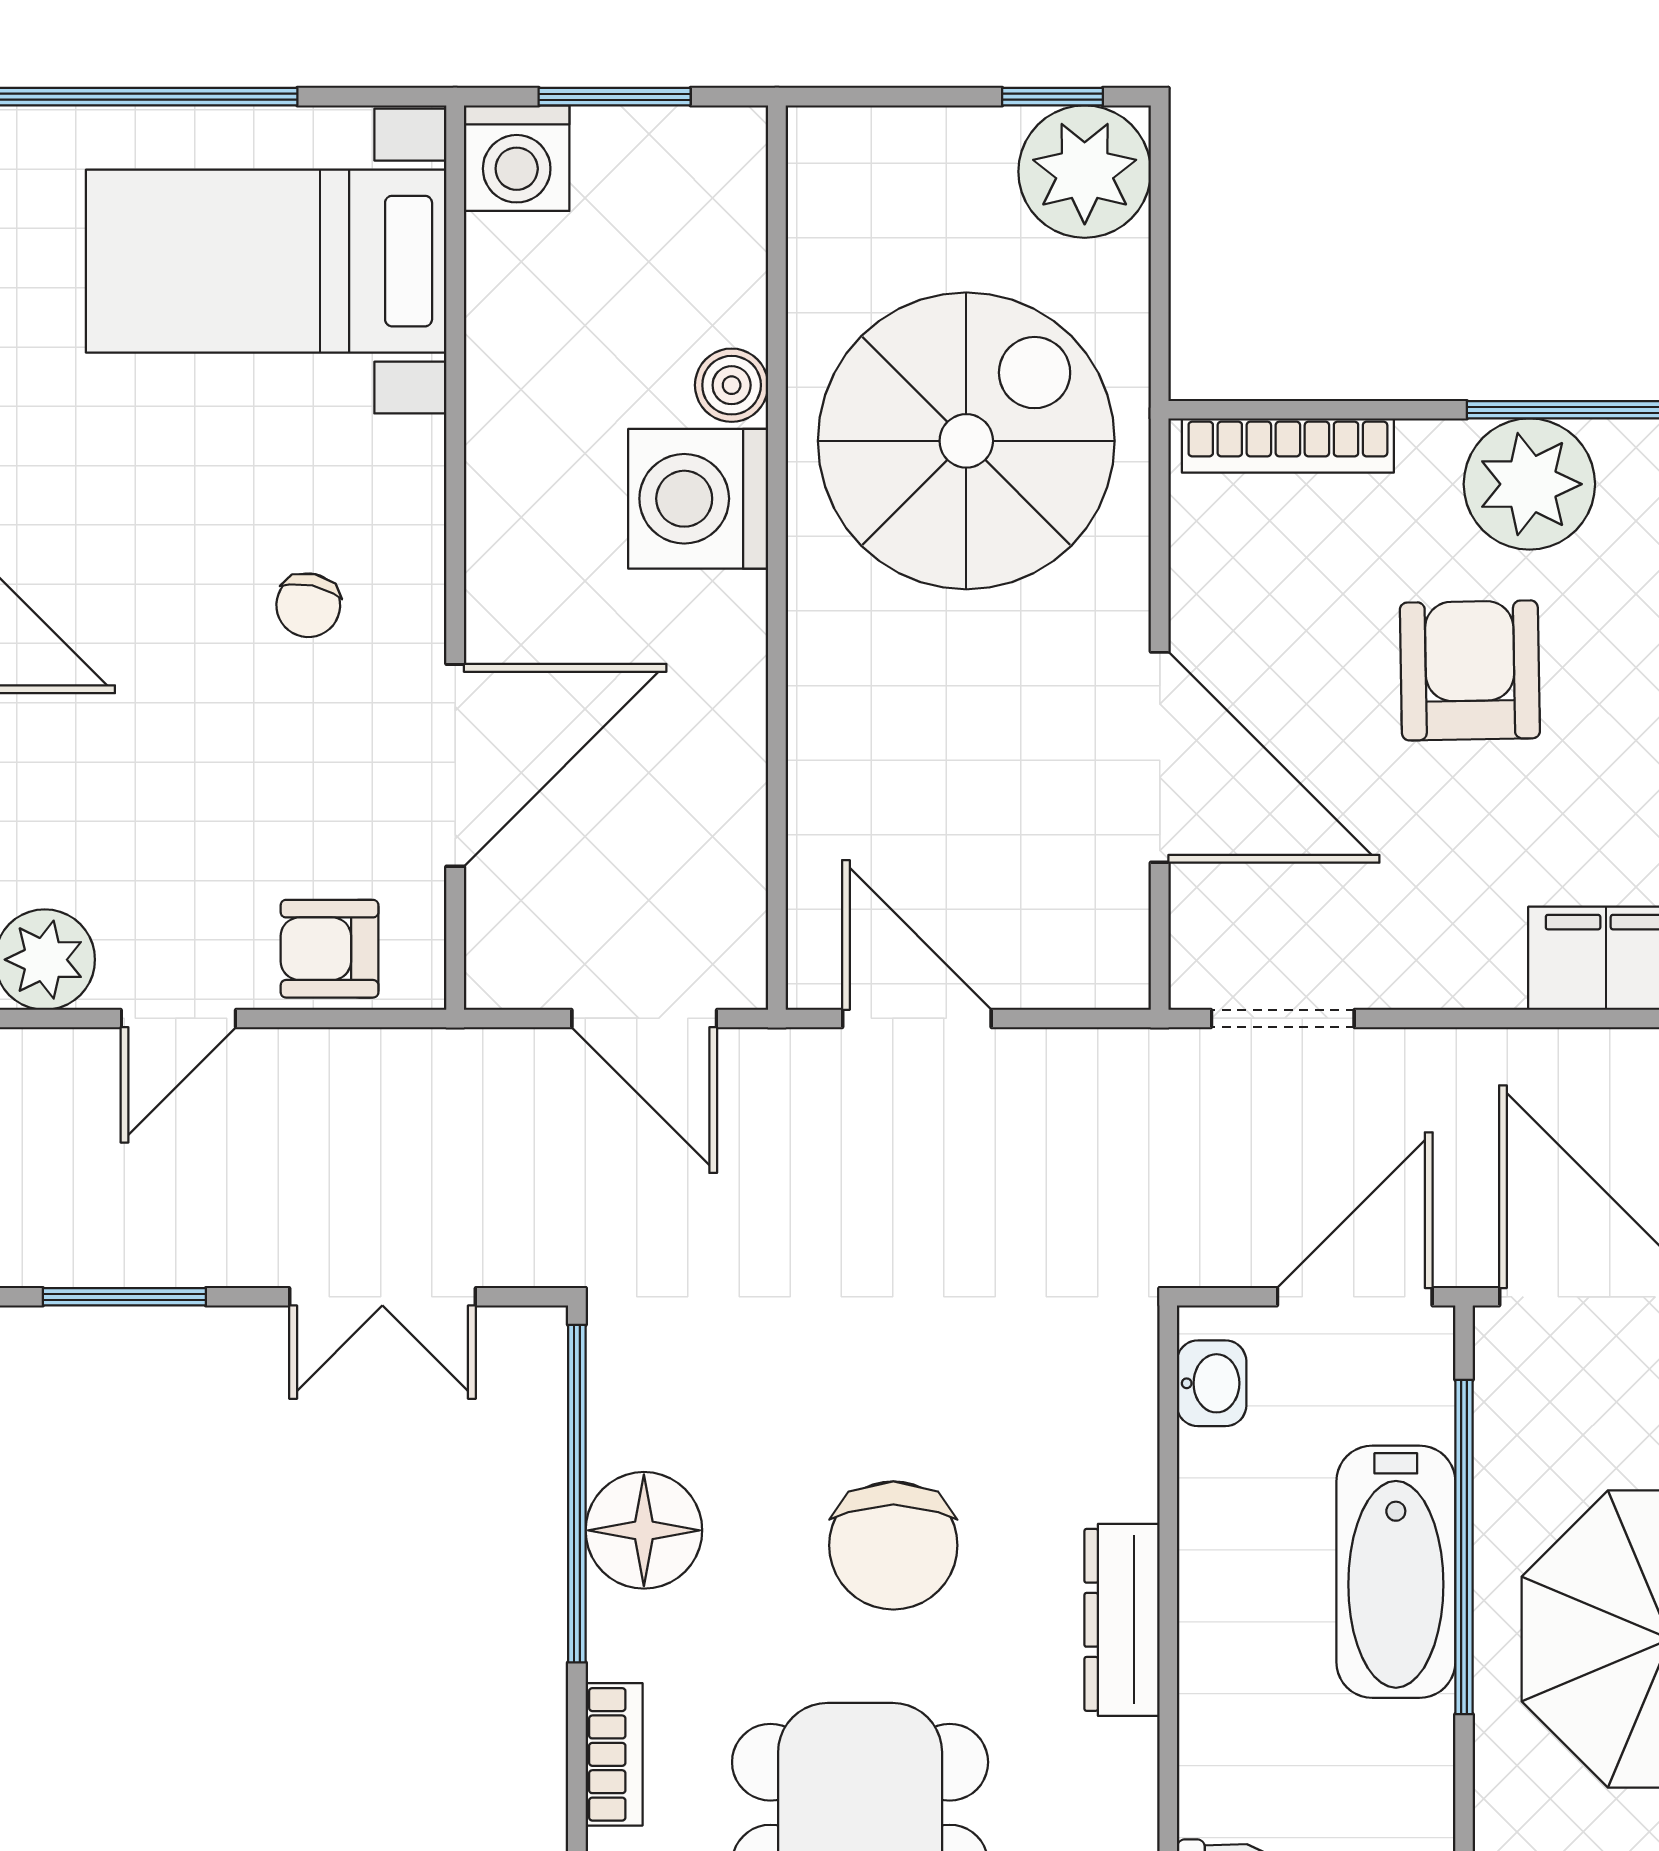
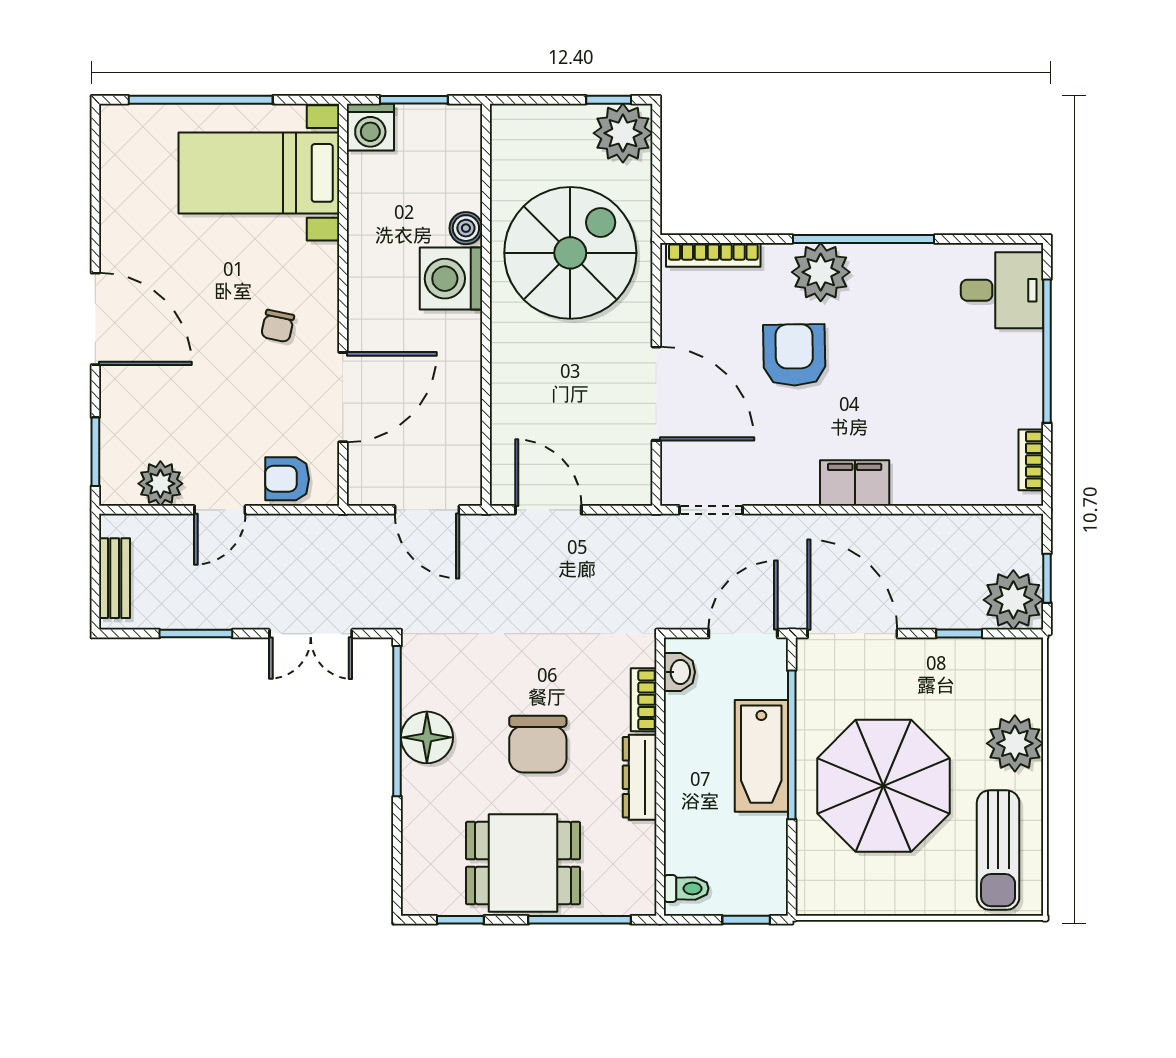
bookcase: (614, 1754) -> (644, 700), moved, turned 180

